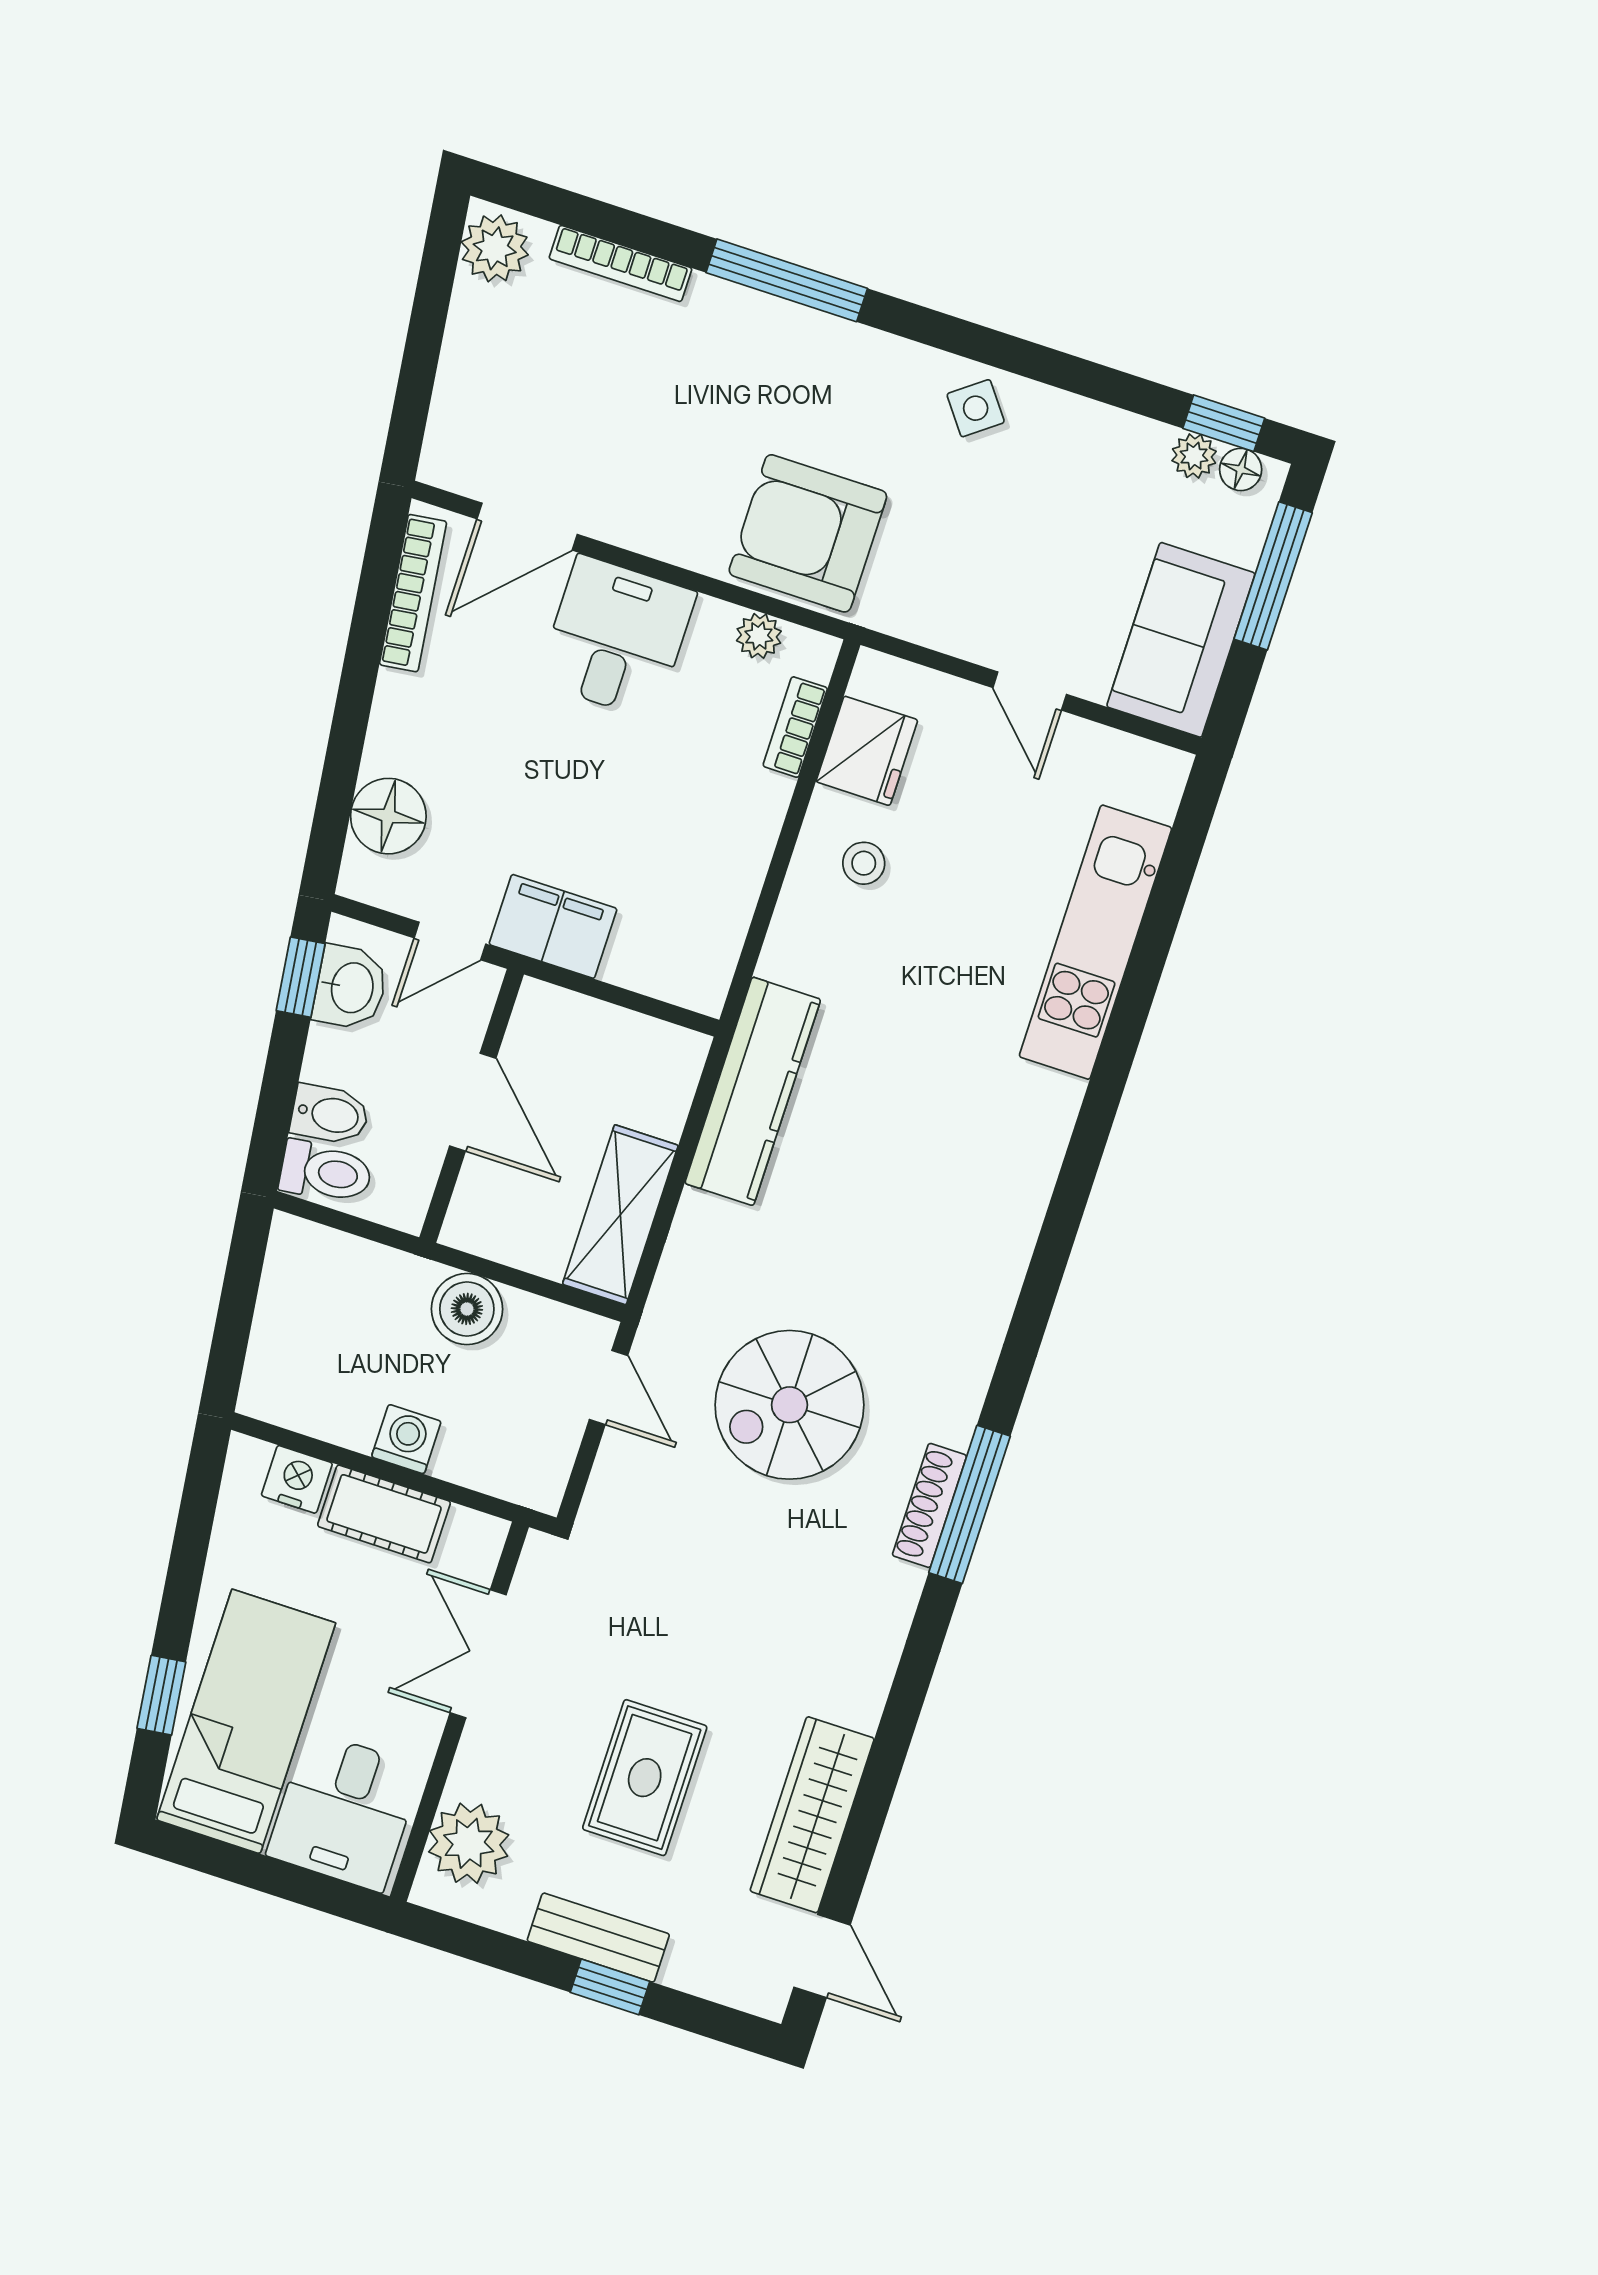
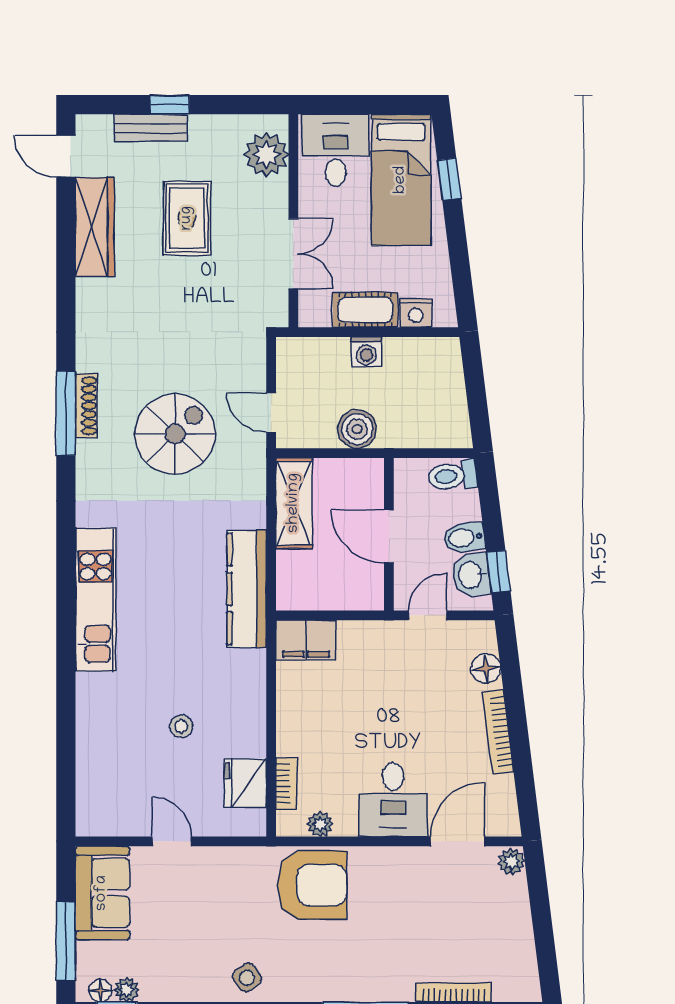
plant: (495, 248) -> (511, 862), moved, width x0.73, depth x0.73
bookcase: (413, 593) -> (498, 732), moved
floor lamp: (388, 816) -> (486, 669), width x0.73, depth x0.73
stool: (864, 863) -> (181, 726), moved
filing cabinet: (553, 926) -> (306, 640), moved
kitchen unit: (1095, 942) -> (96, 600), moved
bidet: (330, 1114) -> (464, 538), moved
bench: (598, 1938) -> (151, 128), moved

